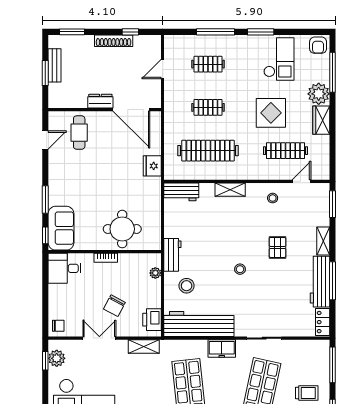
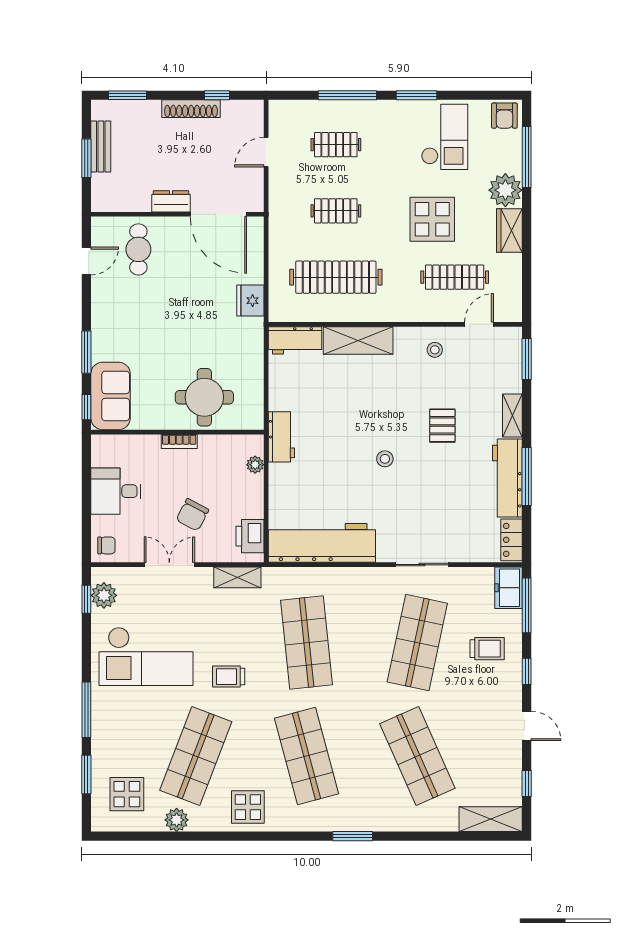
shelving: (230, 190) -> (358, 340), width x1.50, depth x1.33
desk: (65, 268) -> (116, 491), moved
stool: (187, 286) -> (303, 484), removed
freezer: (222, 349) -> (508, 588), moved, turned 90

